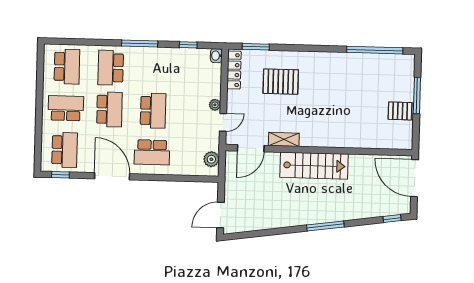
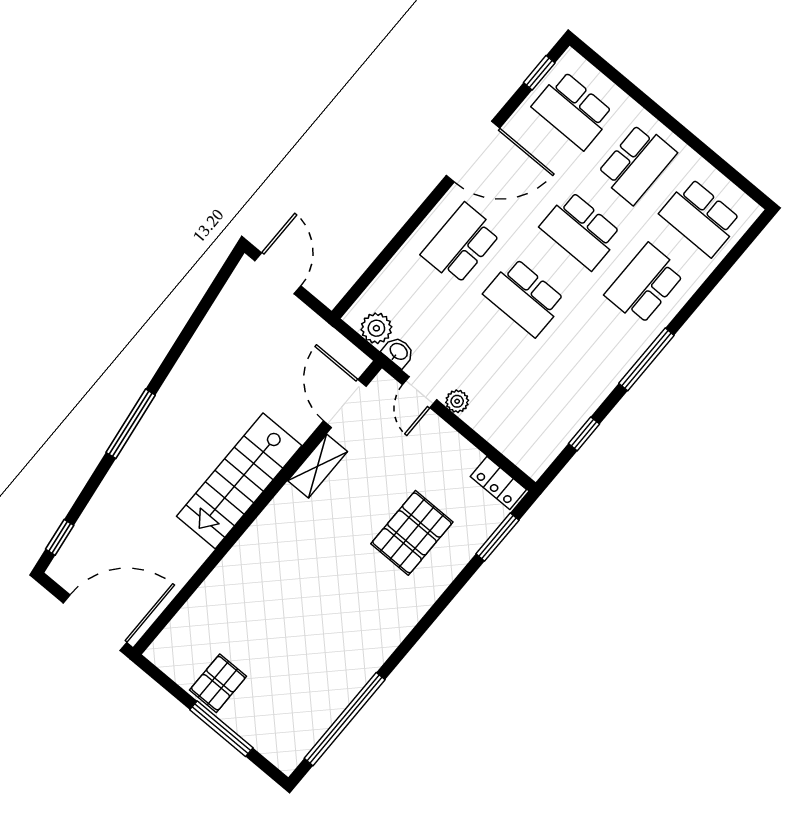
washbasin: (216, 56) -> (398, 352), moved
school desk: (111, 68) -> (645, 284), turned -90
locker: (234, 70) -> (498, 483), width x0.66

